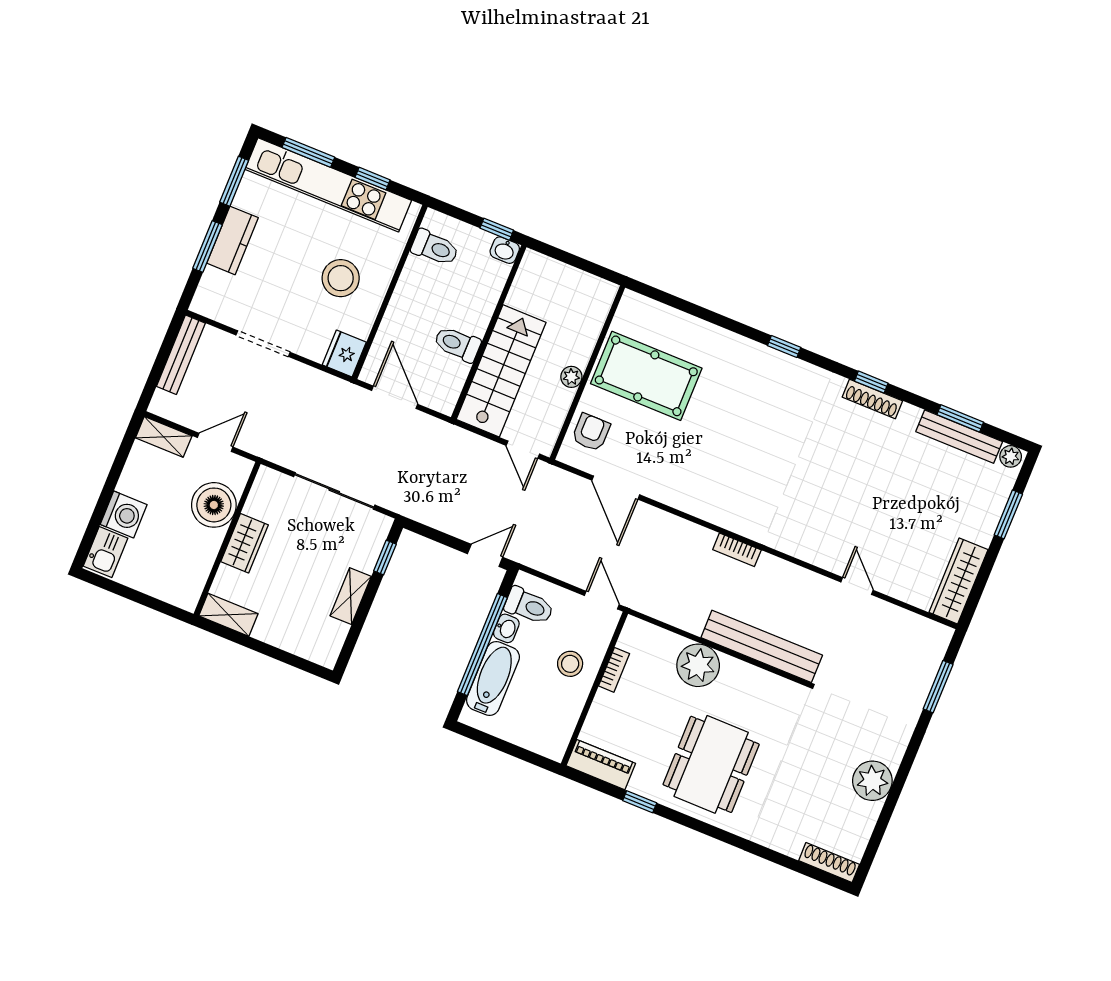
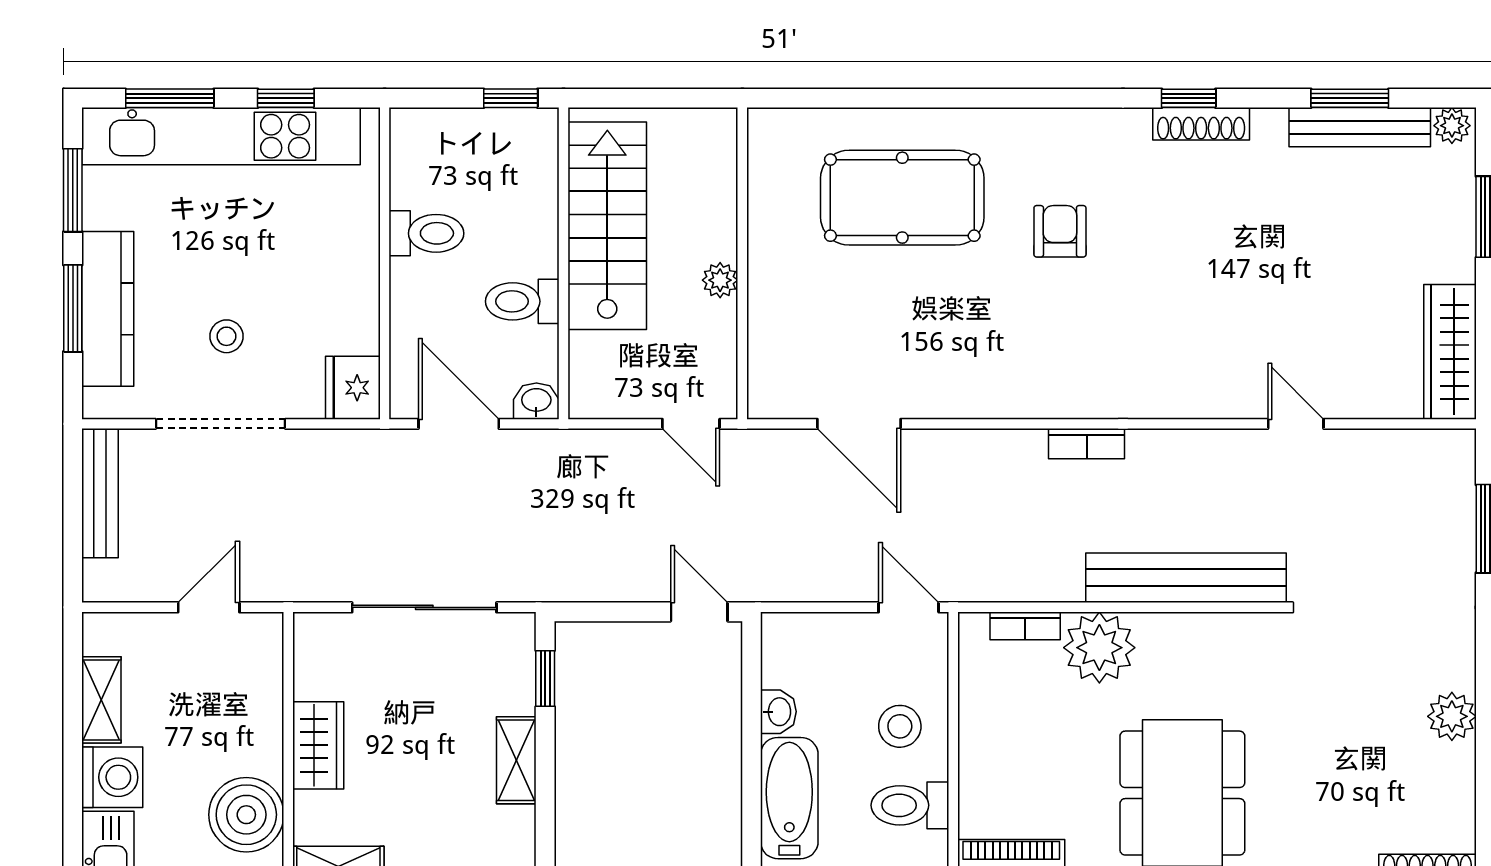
kitchen counter: (233, 240) -> (108, 309), width x1.50
toilet: (435, 248) -> (426, 233), moved
washbasin: (505, 250) -> (536, 401), moved, turned 180
stool: (341, 278) -> (226, 336), moved, width x0.53, depth x0.53
doorway: (263, 344) -> (221, 424), width x1.36
window: (784, 346) -> (1031, 98), removed
stairs: (501, 371) -> (607, 226), moved
pool table: (646, 376) -> (902, 198), moved
armchair: (591, 432) -> (1060, 231), moved
shelving: (164, 437) -> (101, 700), moved, turned 90
boiler: (214, 505) -> (246, 815), moved
door: (485, 555) -> (699, 612), hinge flipped
toilet: (529, 606) -> (910, 805), moved, turned 180
window: (482, 645) -> (752, 752), removed
bookcase: (614, 670) -> (1025, 626), moved, turned 90
plant: (872, 781) -> (1452, 716), width x0.73, depth x0.73

